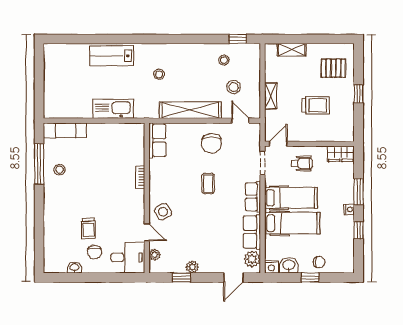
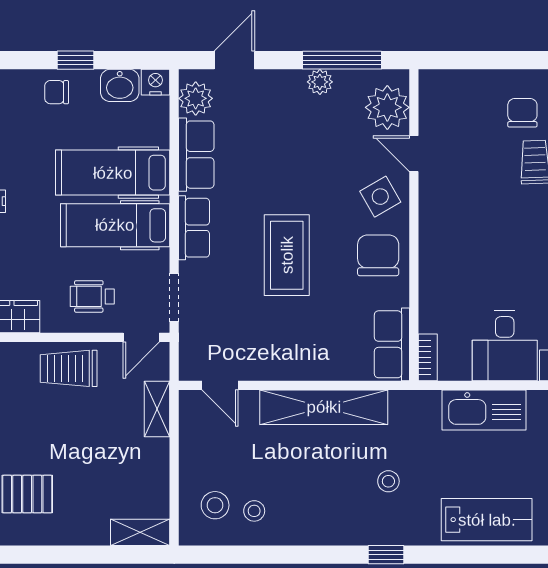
window: (238, 39) -> (386, 555), moved
shelving: (292, 50) -> (140, 532), moved
stool: (234, 87) -> (215, 505), moved
shelving: (271, 96) -> (157, 409), moved
trolley: (316, 105) -> (69, 368), moved
chair: (211, 143) -> (378, 255), moved
bookcase: (140, 177) -> (428, 357), moved
coffee table: (208, 183) -> (287, 255), width x1.86, depth x1.72
plant: (155, 255) -> (387, 107), width x1.88, depth x1.88
desk: (128, 257) -> (505, 346), moved, turned -90
window: (181, 277) -> (342, 60), width x2.17

